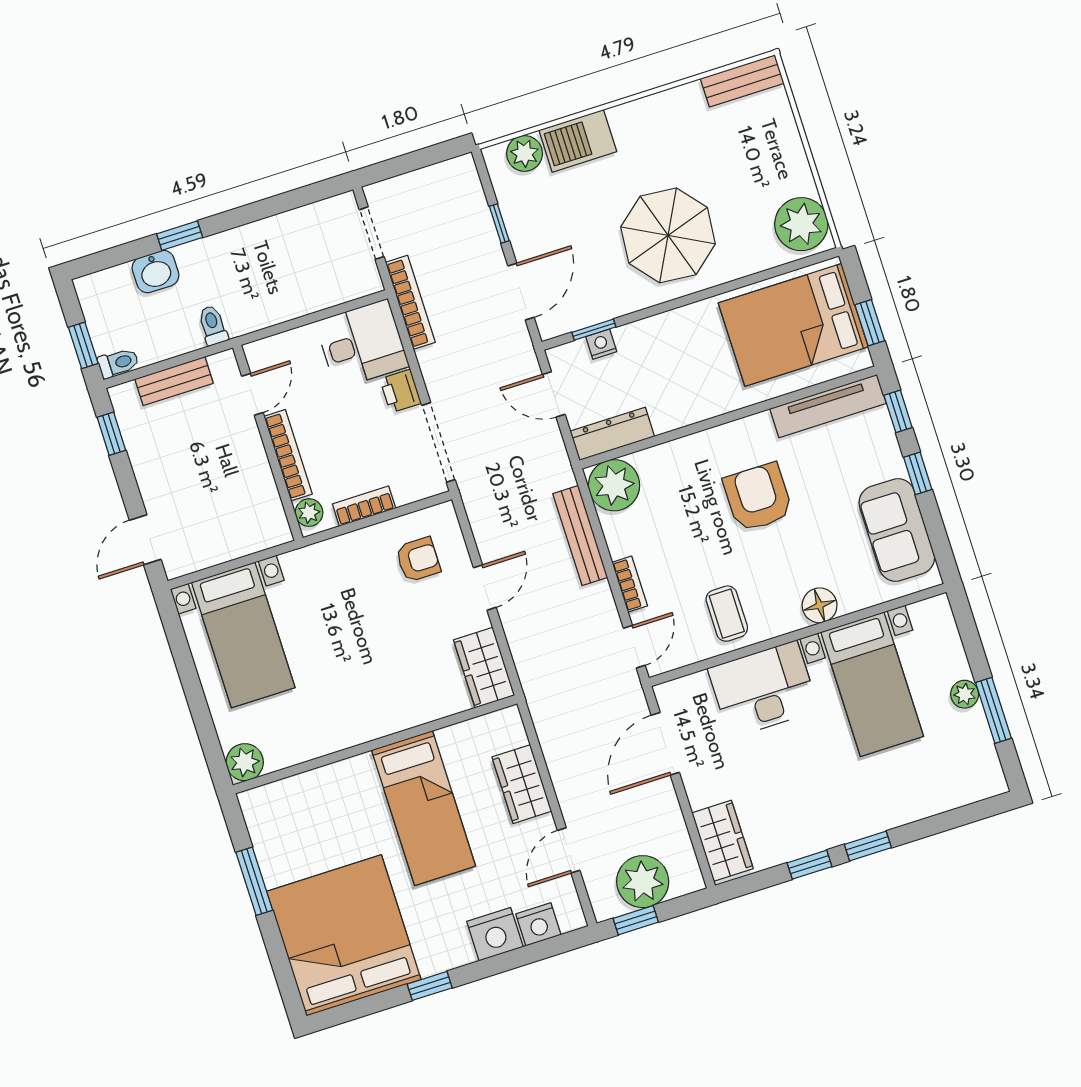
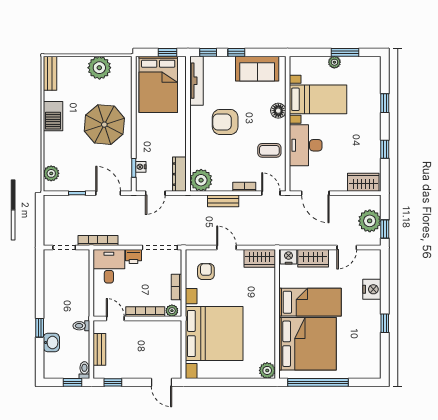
barbecue: (578, 141) -> (53, 116), moved
plant: (801, 224) -> (99, 68), moved
bench: (580, 536) -> (223, 201), width x0.73
bed with nightstands: (243, 635) -> (214, 334), width x1.85
window: (868, 846) -> (385, 103), moved
door: (569, 850) -> (347, 248), hinge flipped
window: (254, 881) -> (318, 382), width x2.11
nightstand: (538, 924) -> (289, 257), moved, turned -90
bed: (344, 935) -> (308, 344), moved, turned 180

